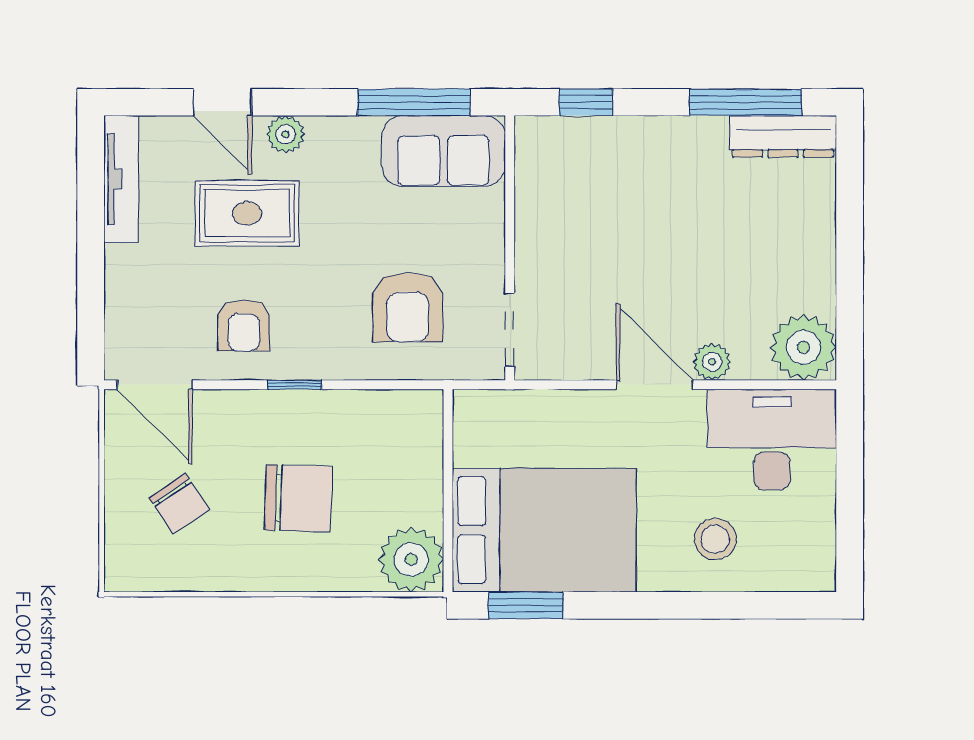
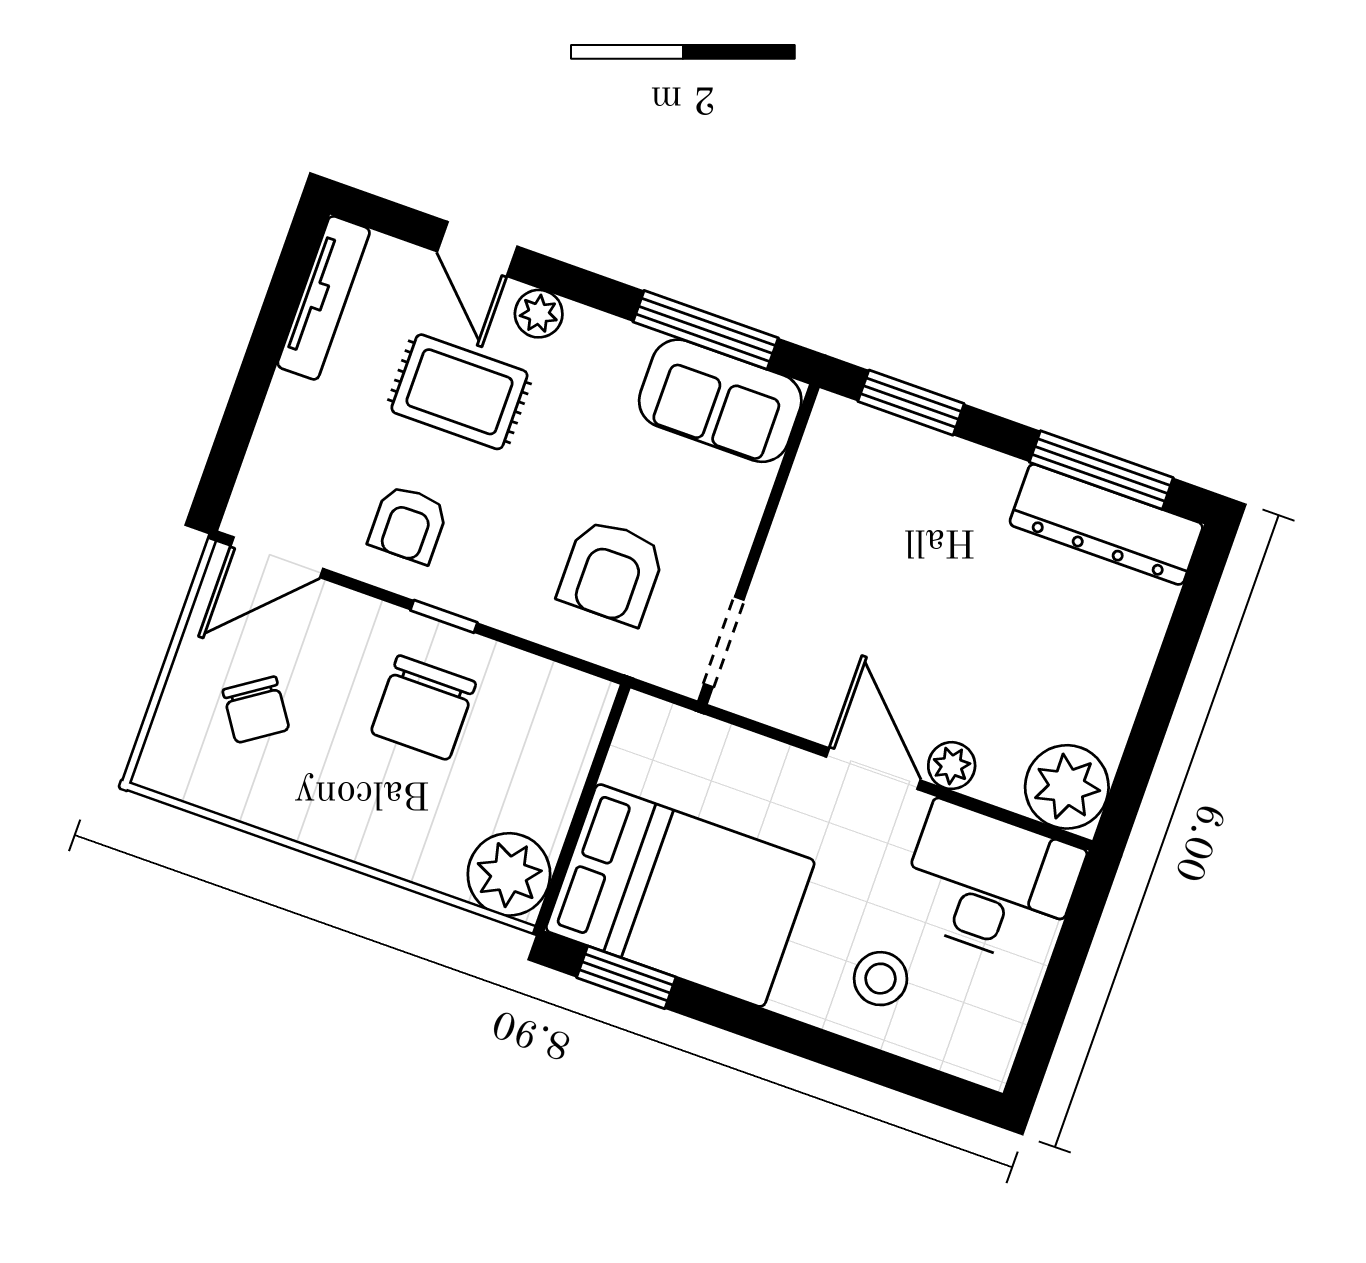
window: (586, 102) -> (911, 403), width x1.50
dresser: (783, 136) -> (1106, 524), width x1.37, depth x1.24
door: (155, 385) -> (277, 557), hinge flipped
chair: (298, 498) -> (423, 708), moved, turned 88

